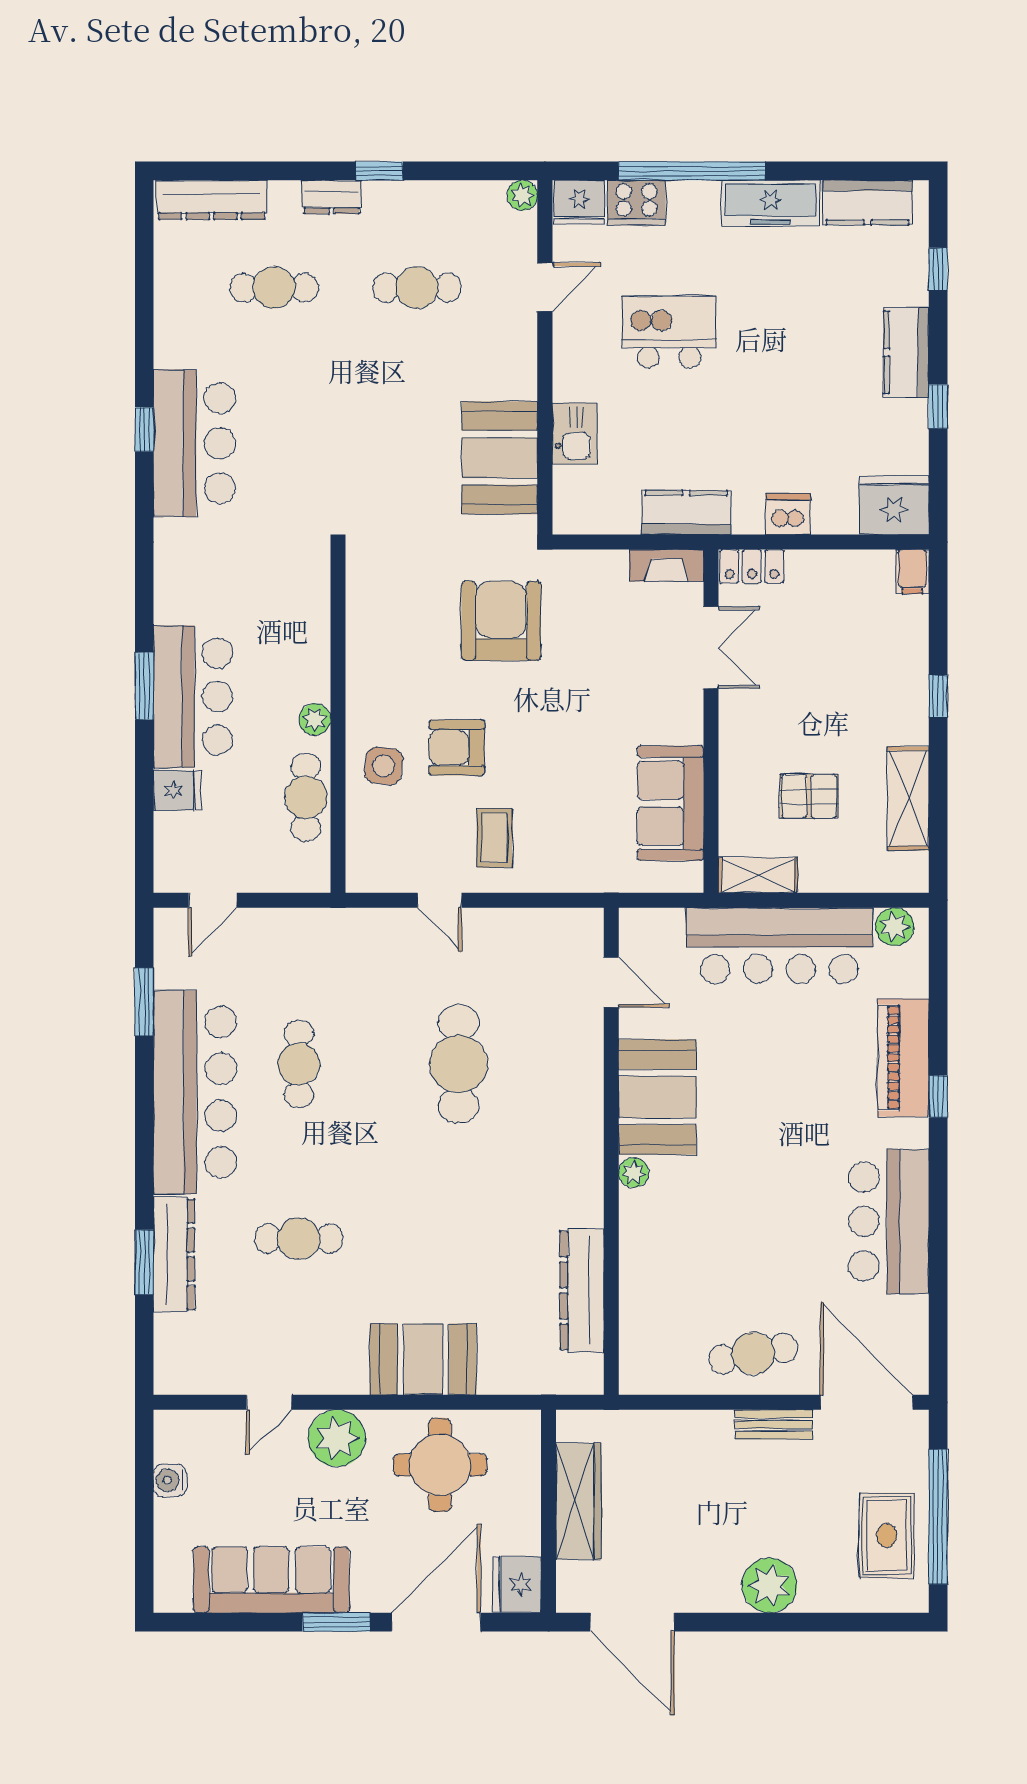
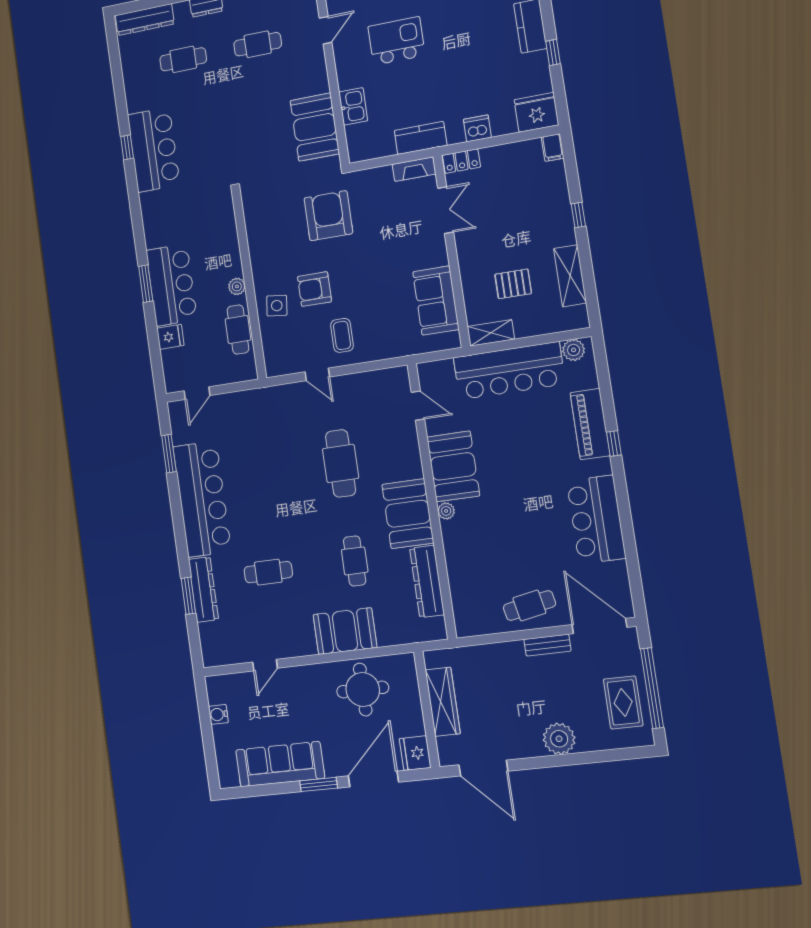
cafe table: (299, 1064) -> (355, 561), moved
booth: (566, 1168) -> (408, 514), added
plant: (337, 1438) -> (304, 681), removed

